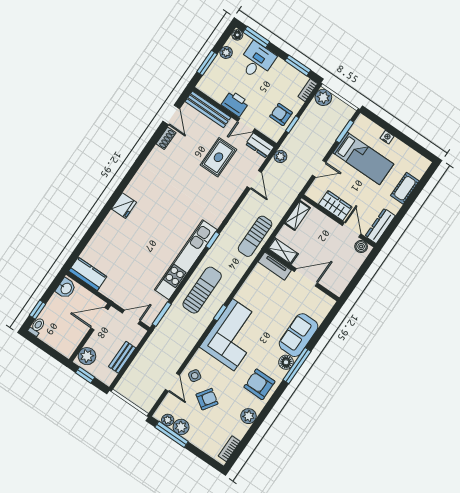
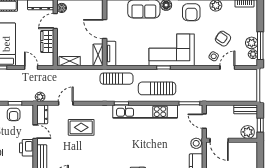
rug: (218, 157) -> (81, 127), moved
sun lounger: (255, 236) -> (117, 79), moved
stool: (113, 292) -> (196, 143), added
bench: (122, 357) -> (246, 109), moved

